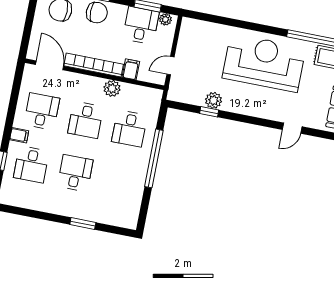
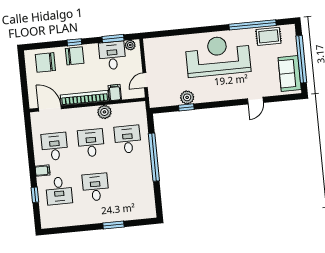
desk: (86, 120) -> (91, 143), turned 180
desk: (129, 129) -> (128, 139), turned 180

